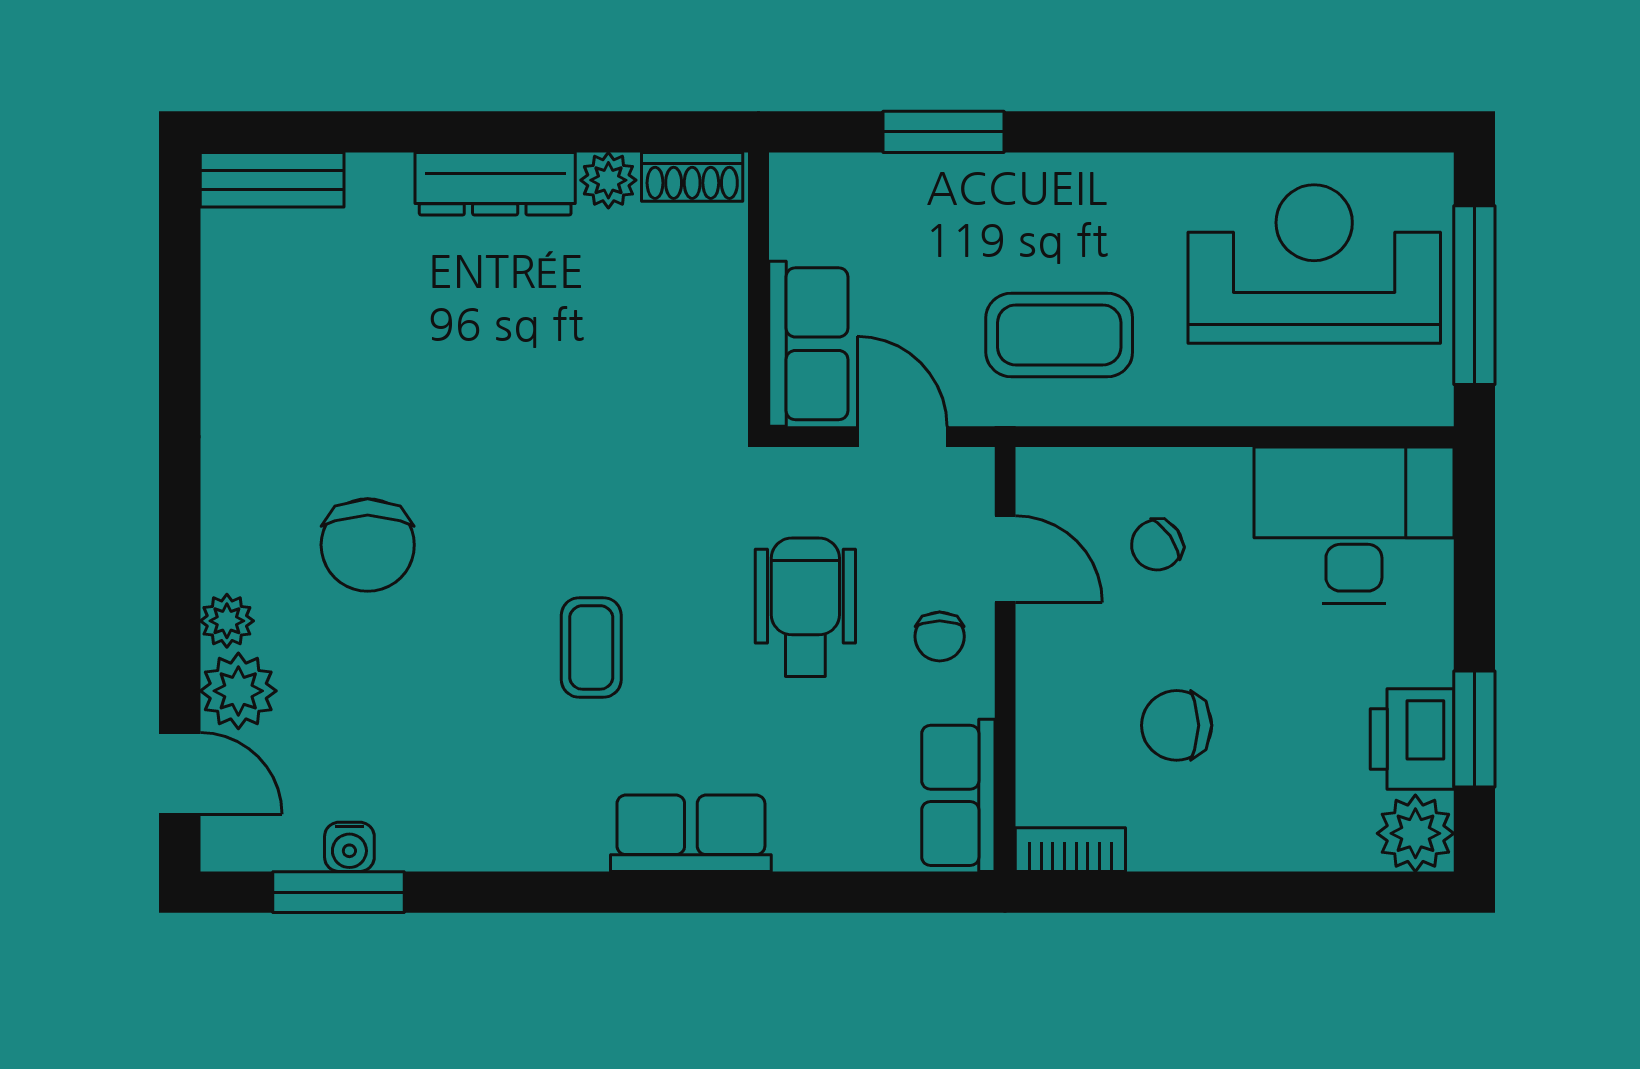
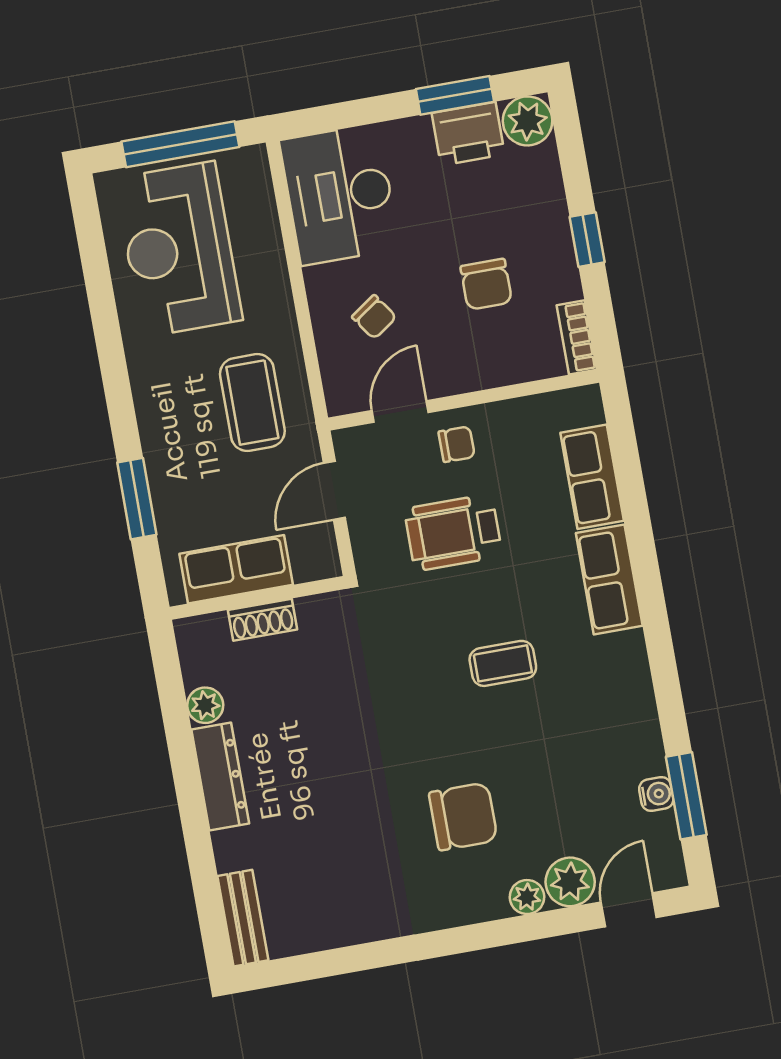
shoe rack: (692, 177) -> (262, 620), moved, turned 90
row of seats: (808, 344) -> (236, 569), moved
row of seats: (958, 795) -> (592, 477), moved, turned 90
window: (1218, 892) -> (587, 240), added

